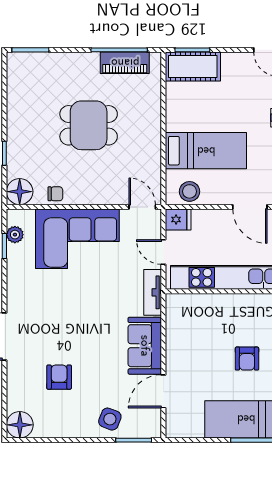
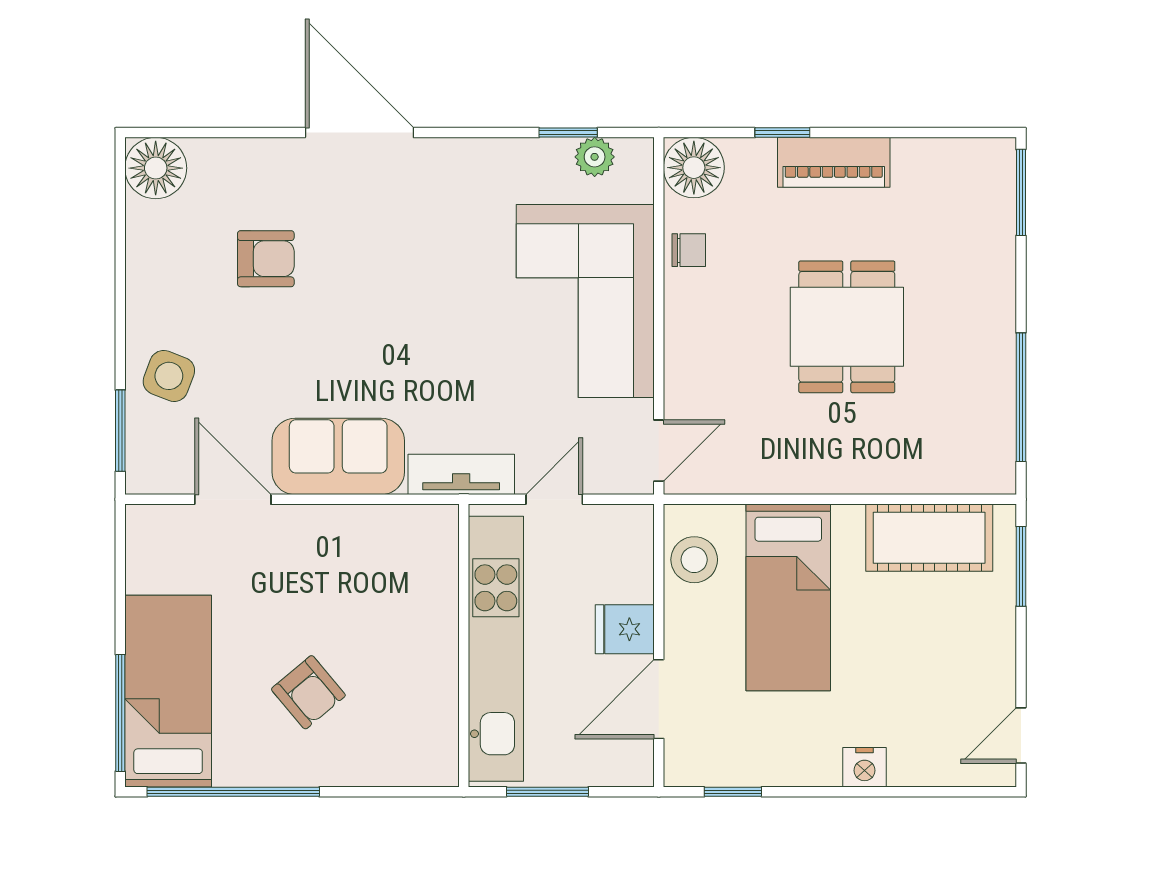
piano: (125, 63) -> (834, 162), moved, turned -90
cot: (193, 66) -> (929, 538), moved, turned 90
chair: (55, 194) -> (689, 250), turned -90
fridge: (178, 219) -> (625, 629), moved, turned 90
armchair: (247, 359) -> (308, 692), turned -130

